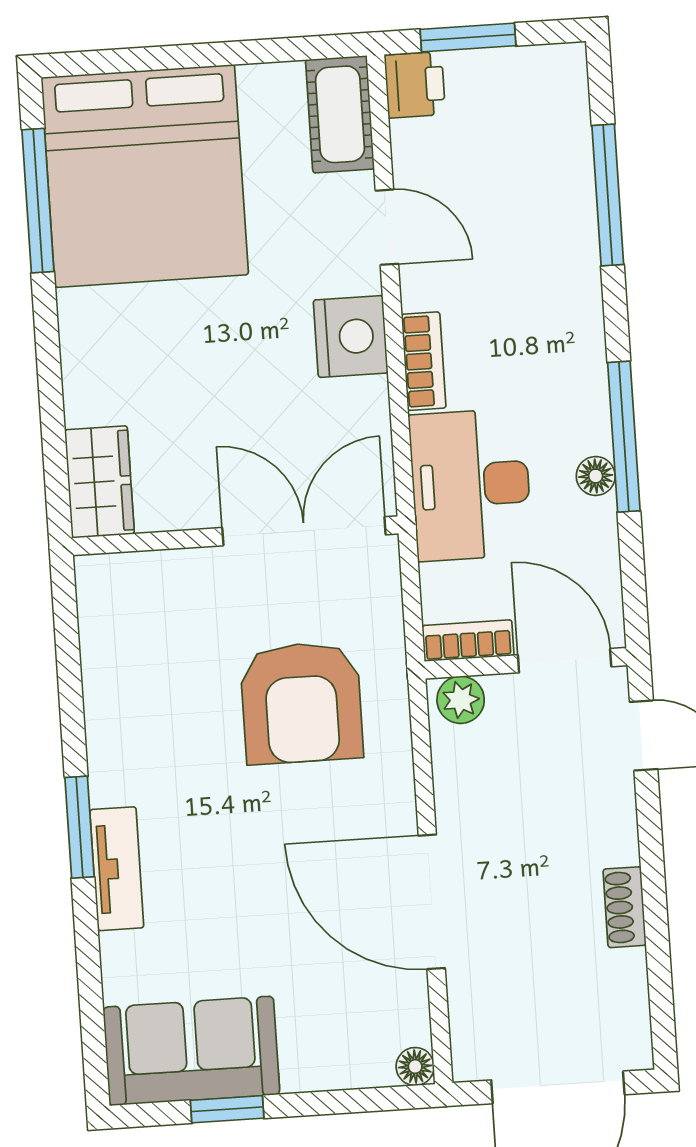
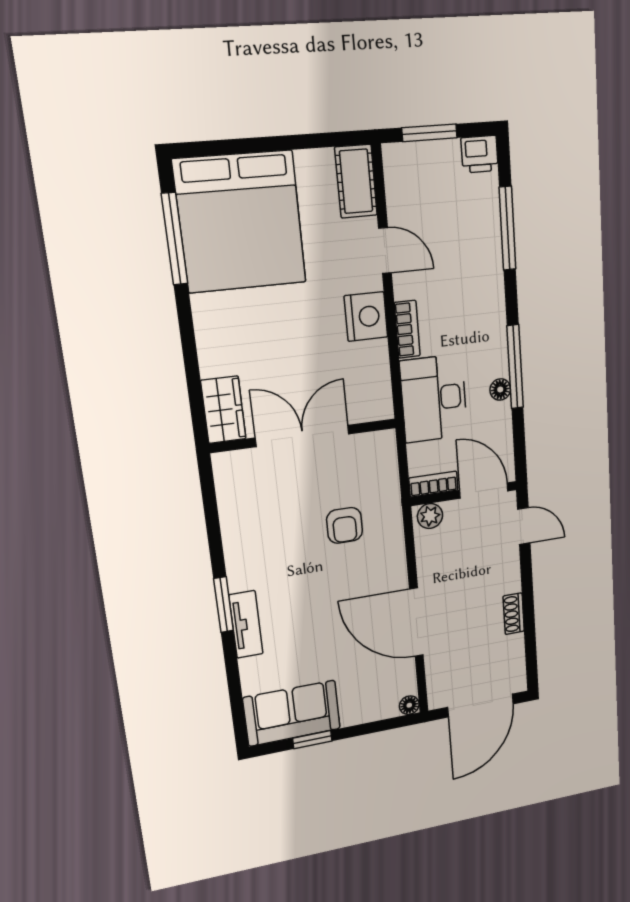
printer: (415, 85) -> (480, 154), moved, turned 90
double door: (304, 531) -> (303, 436), moved
armchair: (302, 703) -> (345, 525), width x0.53, depth x0.53

